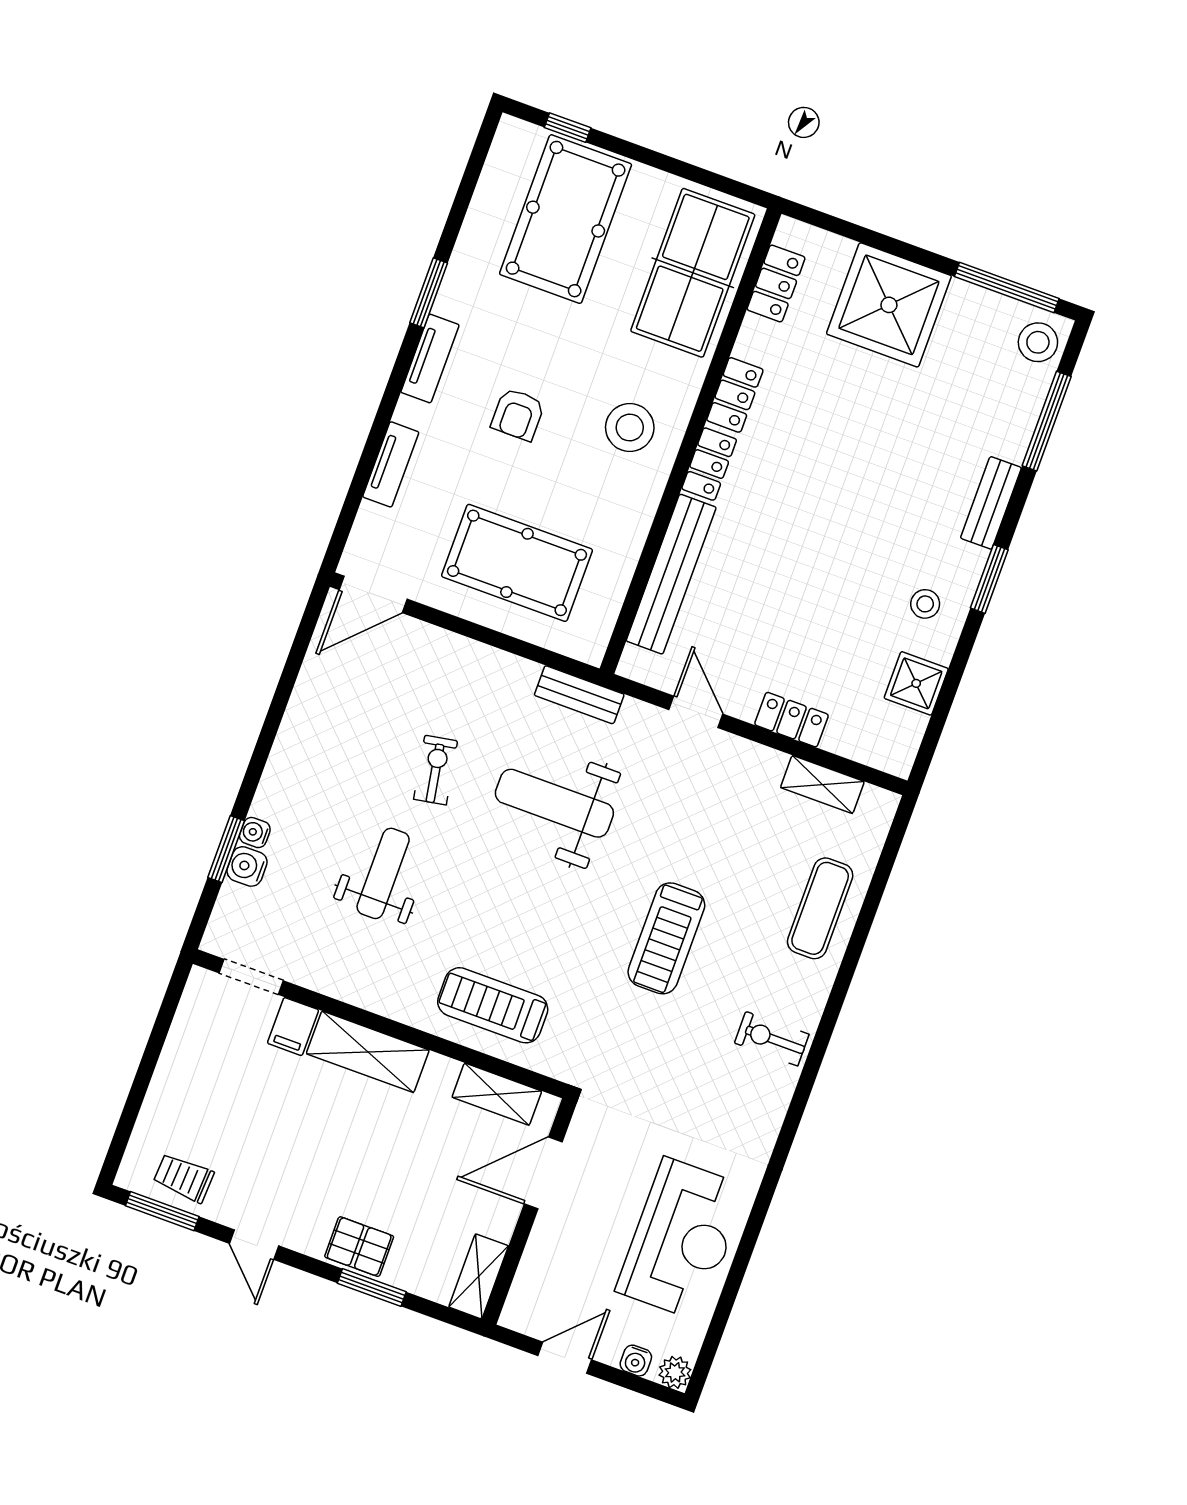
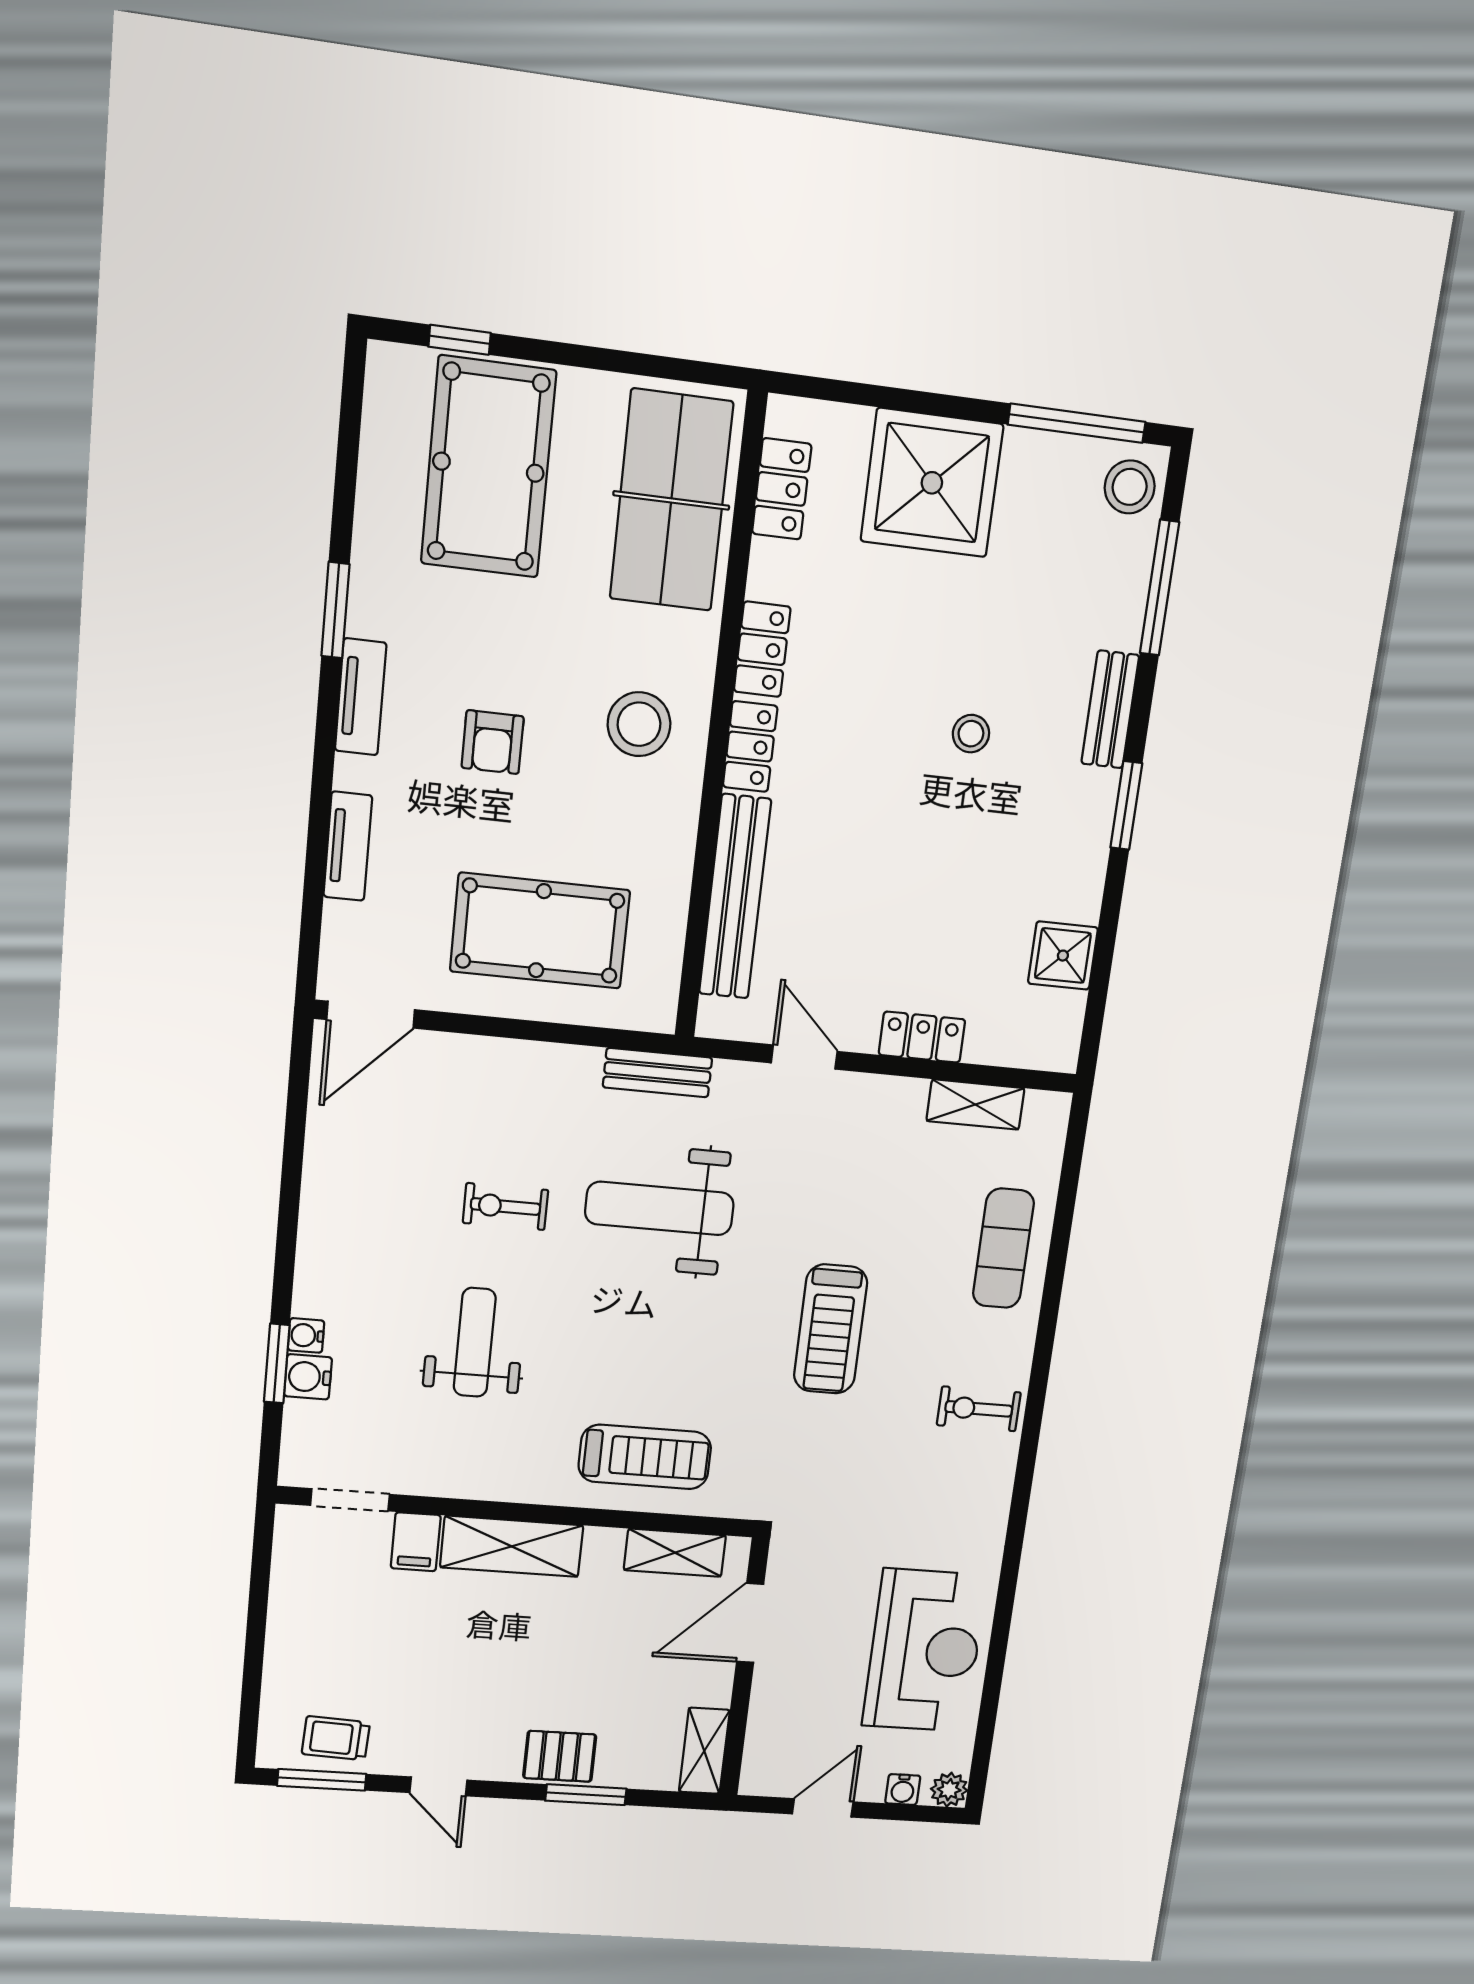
stool: (925, 604) -> (971, 734), moved
exercise bike: (436, 770) -> (505, 1206), turned -80
treadmill: (493, 1005) -> (645, 1457), turned 180

